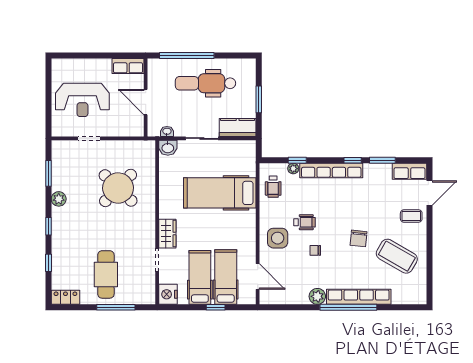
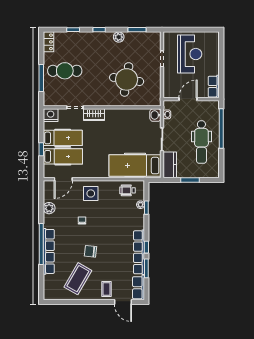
dental chair: (206, 83) -> (201, 142), turned 180
reception desk: (82, 100) -> (190, 54), turned 180
row of seats: (331, 171) -> (139, 252), moved
round table: (118, 188) -> (127, 79), turned -35
hospital bed: (220, 193) -> (135, 166), moved, turned -90
wheelchair: (305, 222) -> (102, 213), removed
plant: (317, 296) -> (49, 208), moved

